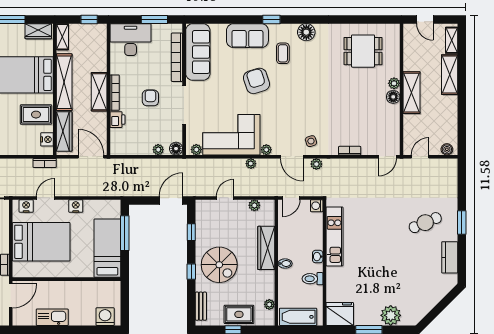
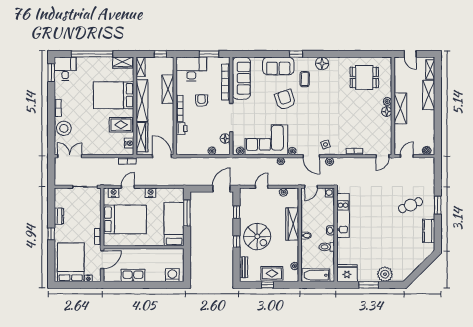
shelving: (99, 92) -> (168, 89), moved
armchair: (150, 98) -> (202, 101), moved
floor lamp: (176, 149) -> (225, 138), moved

